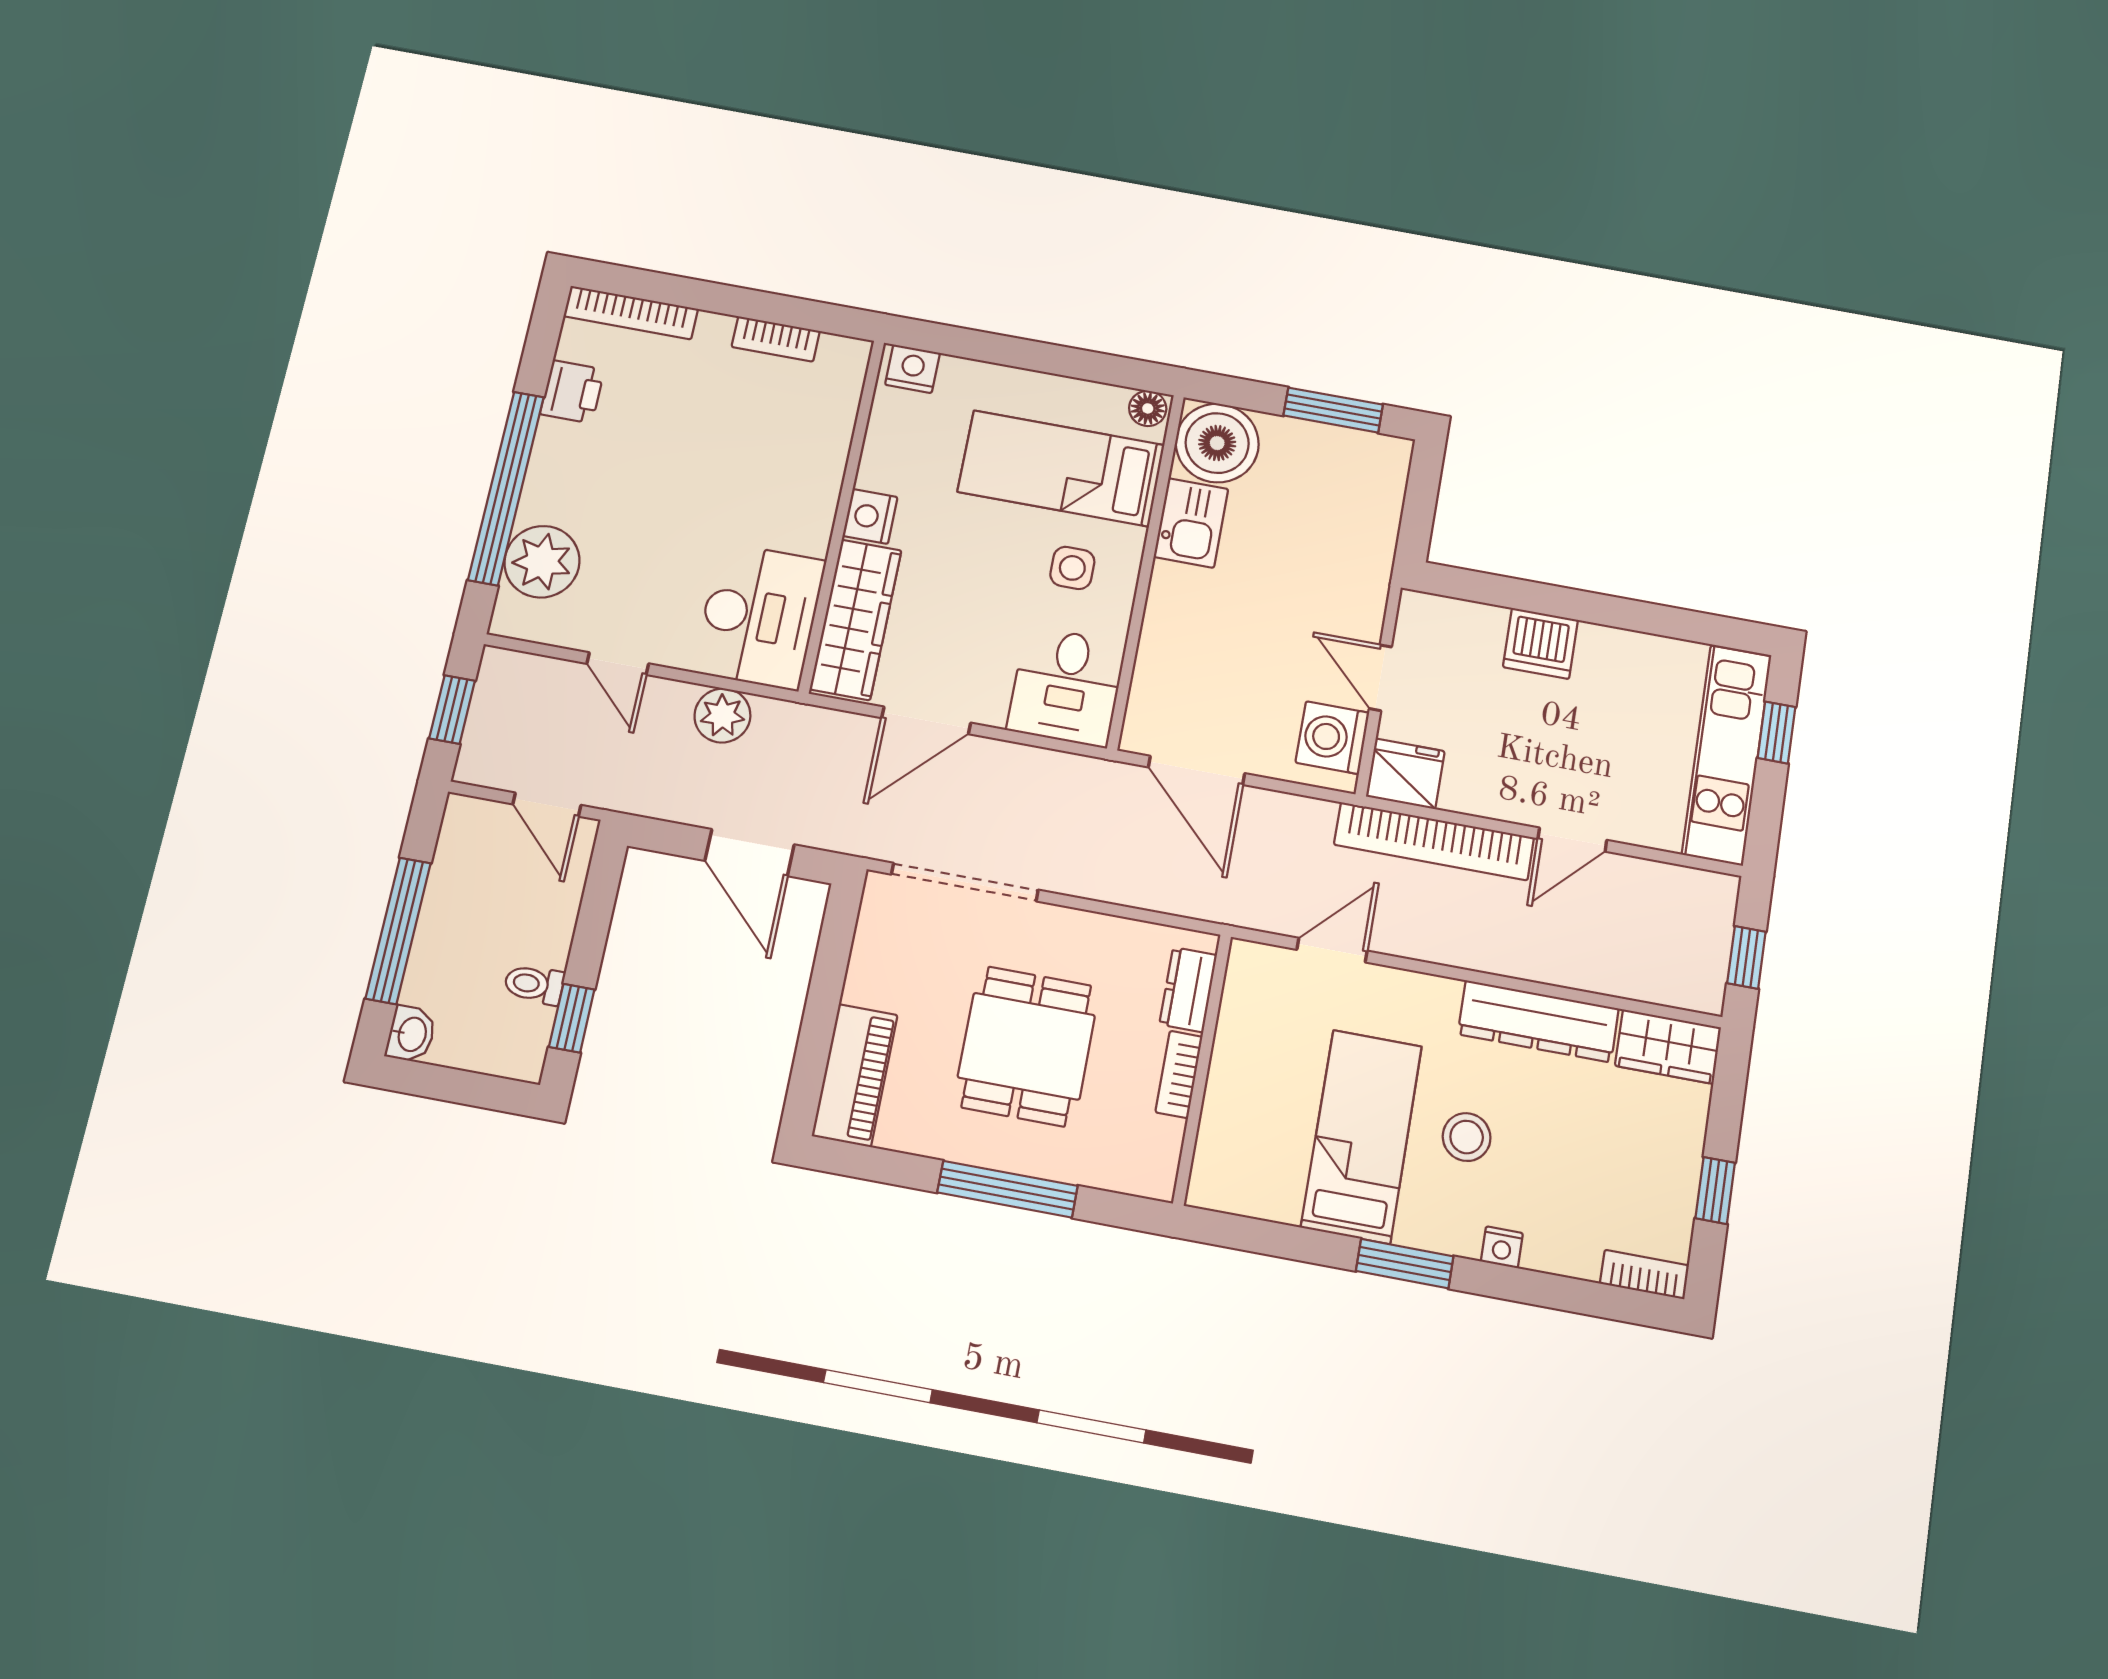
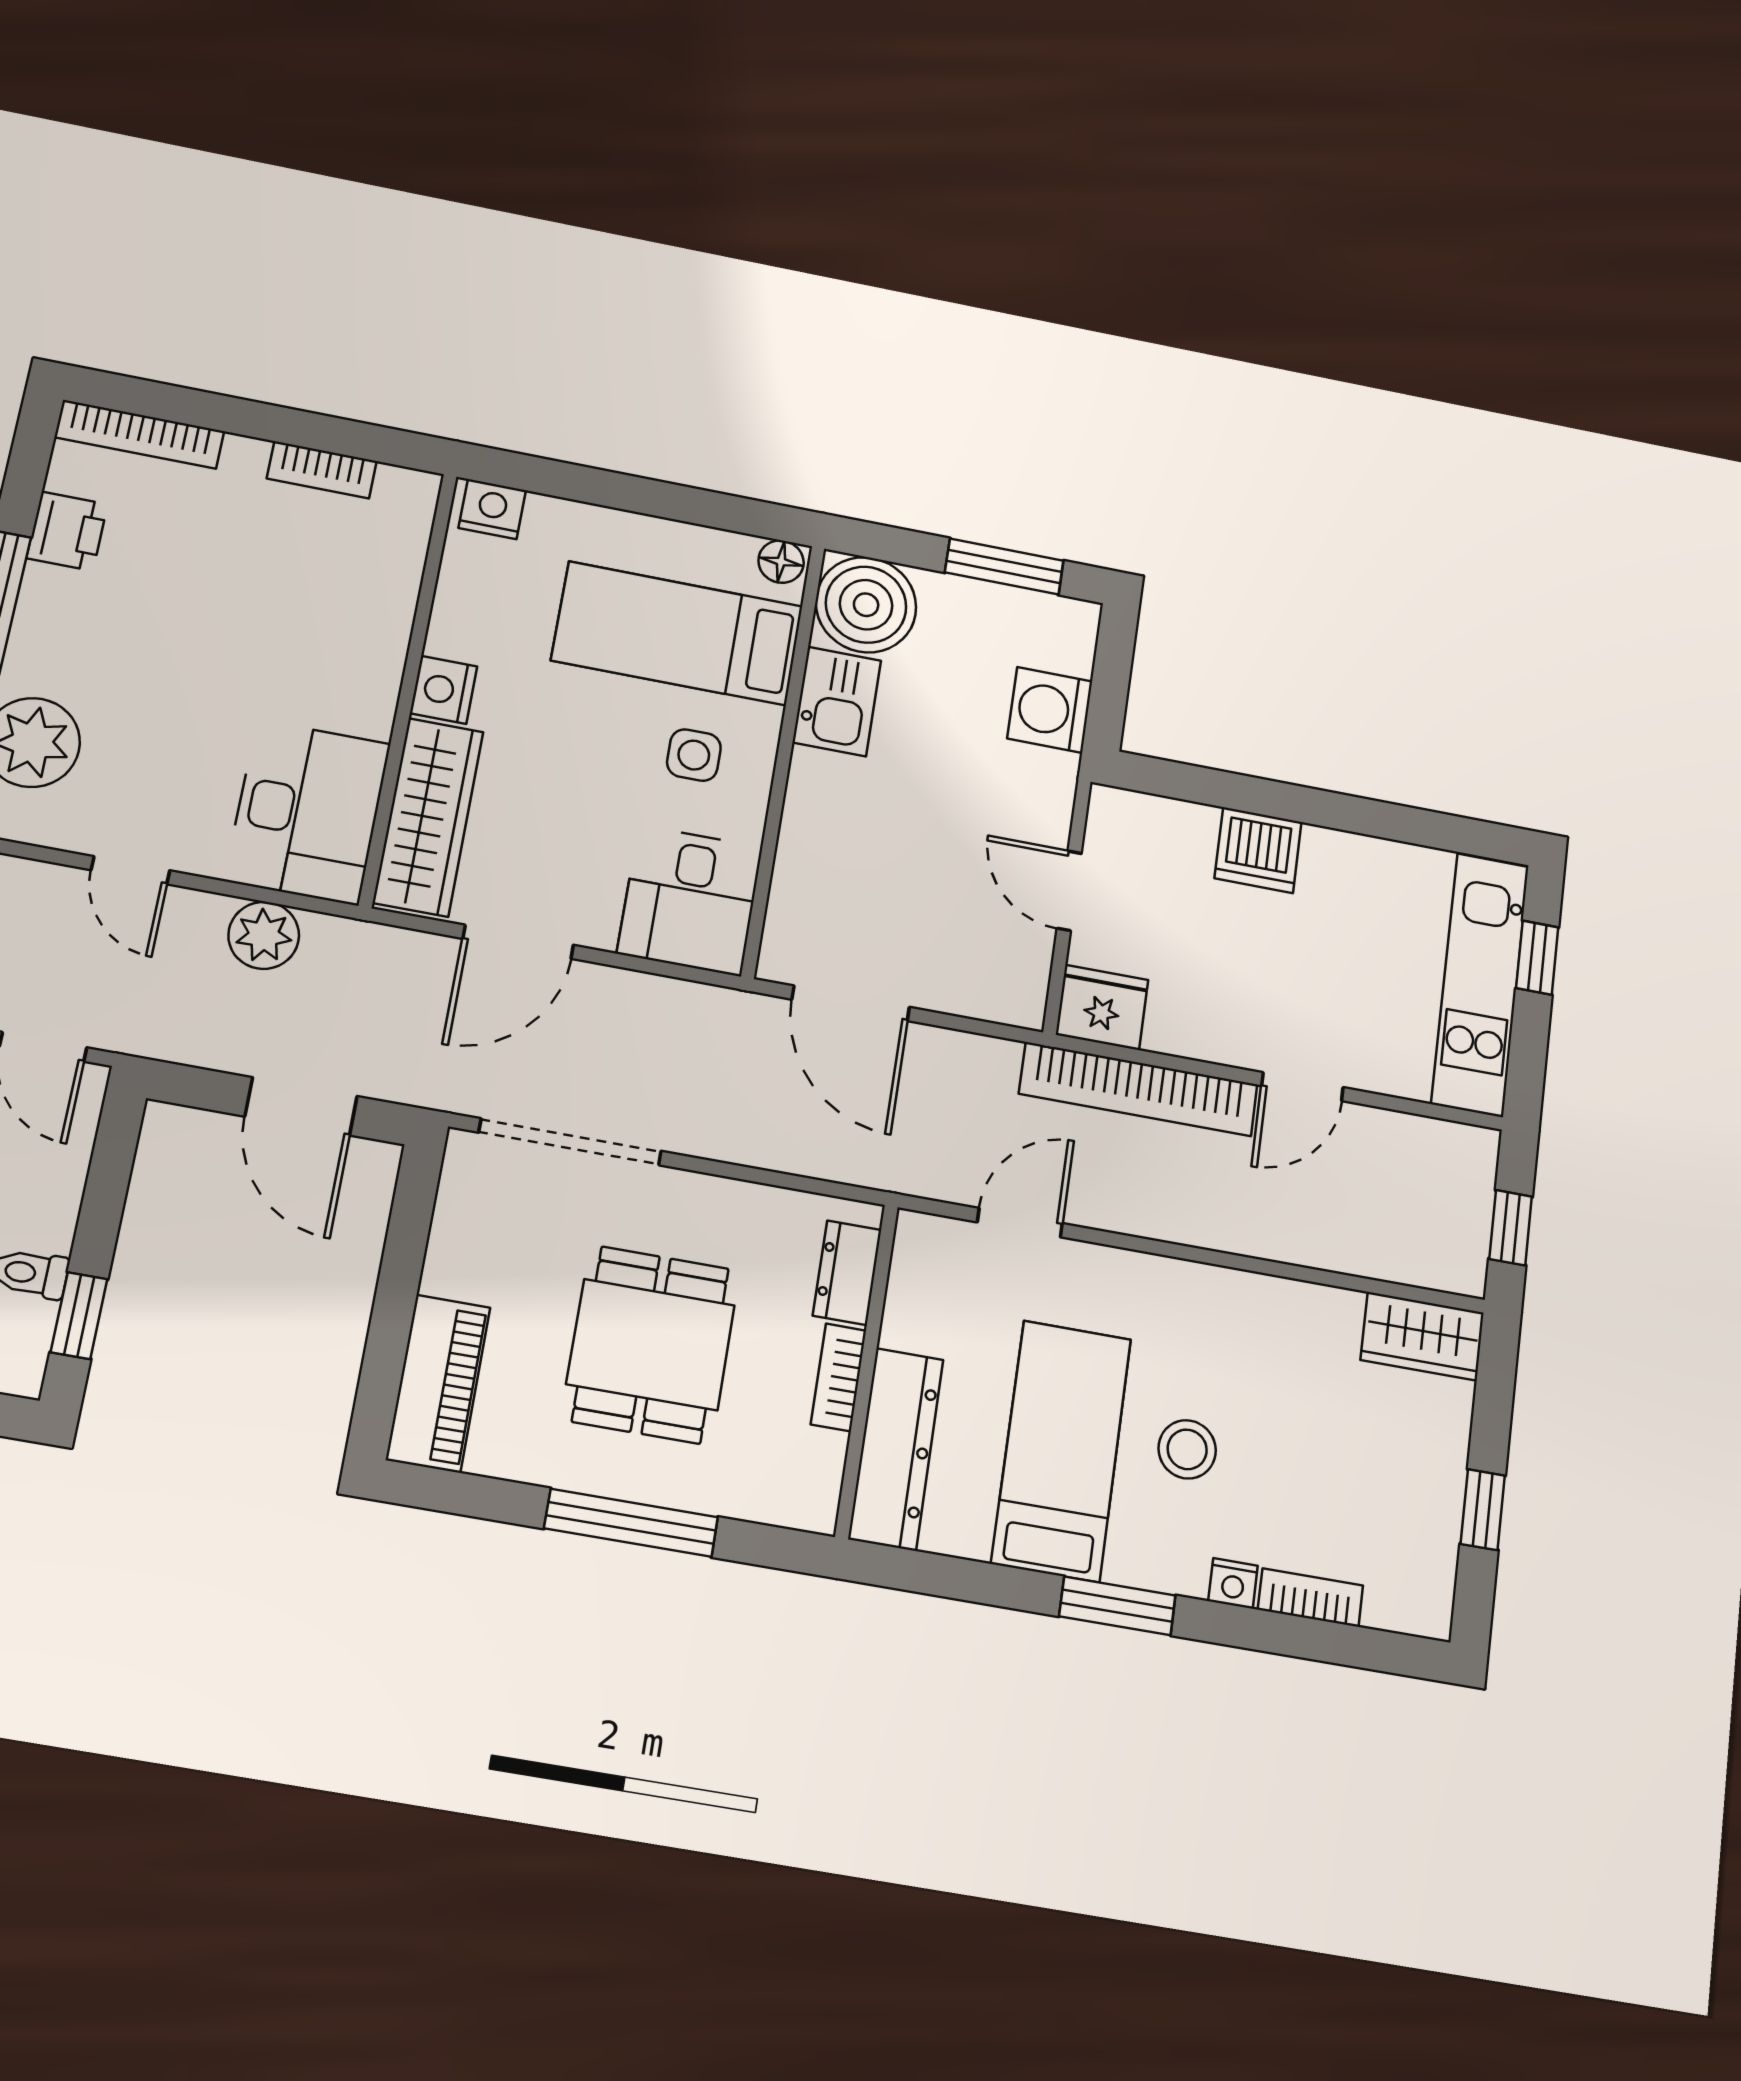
washing machine: (1332, 738) -> (1050, 710), moved
dresser: (1538, 1021) -> (896, 1449), moved, turned -90
bookcase: (1644, 1275) -> (1310, 1598), moved

